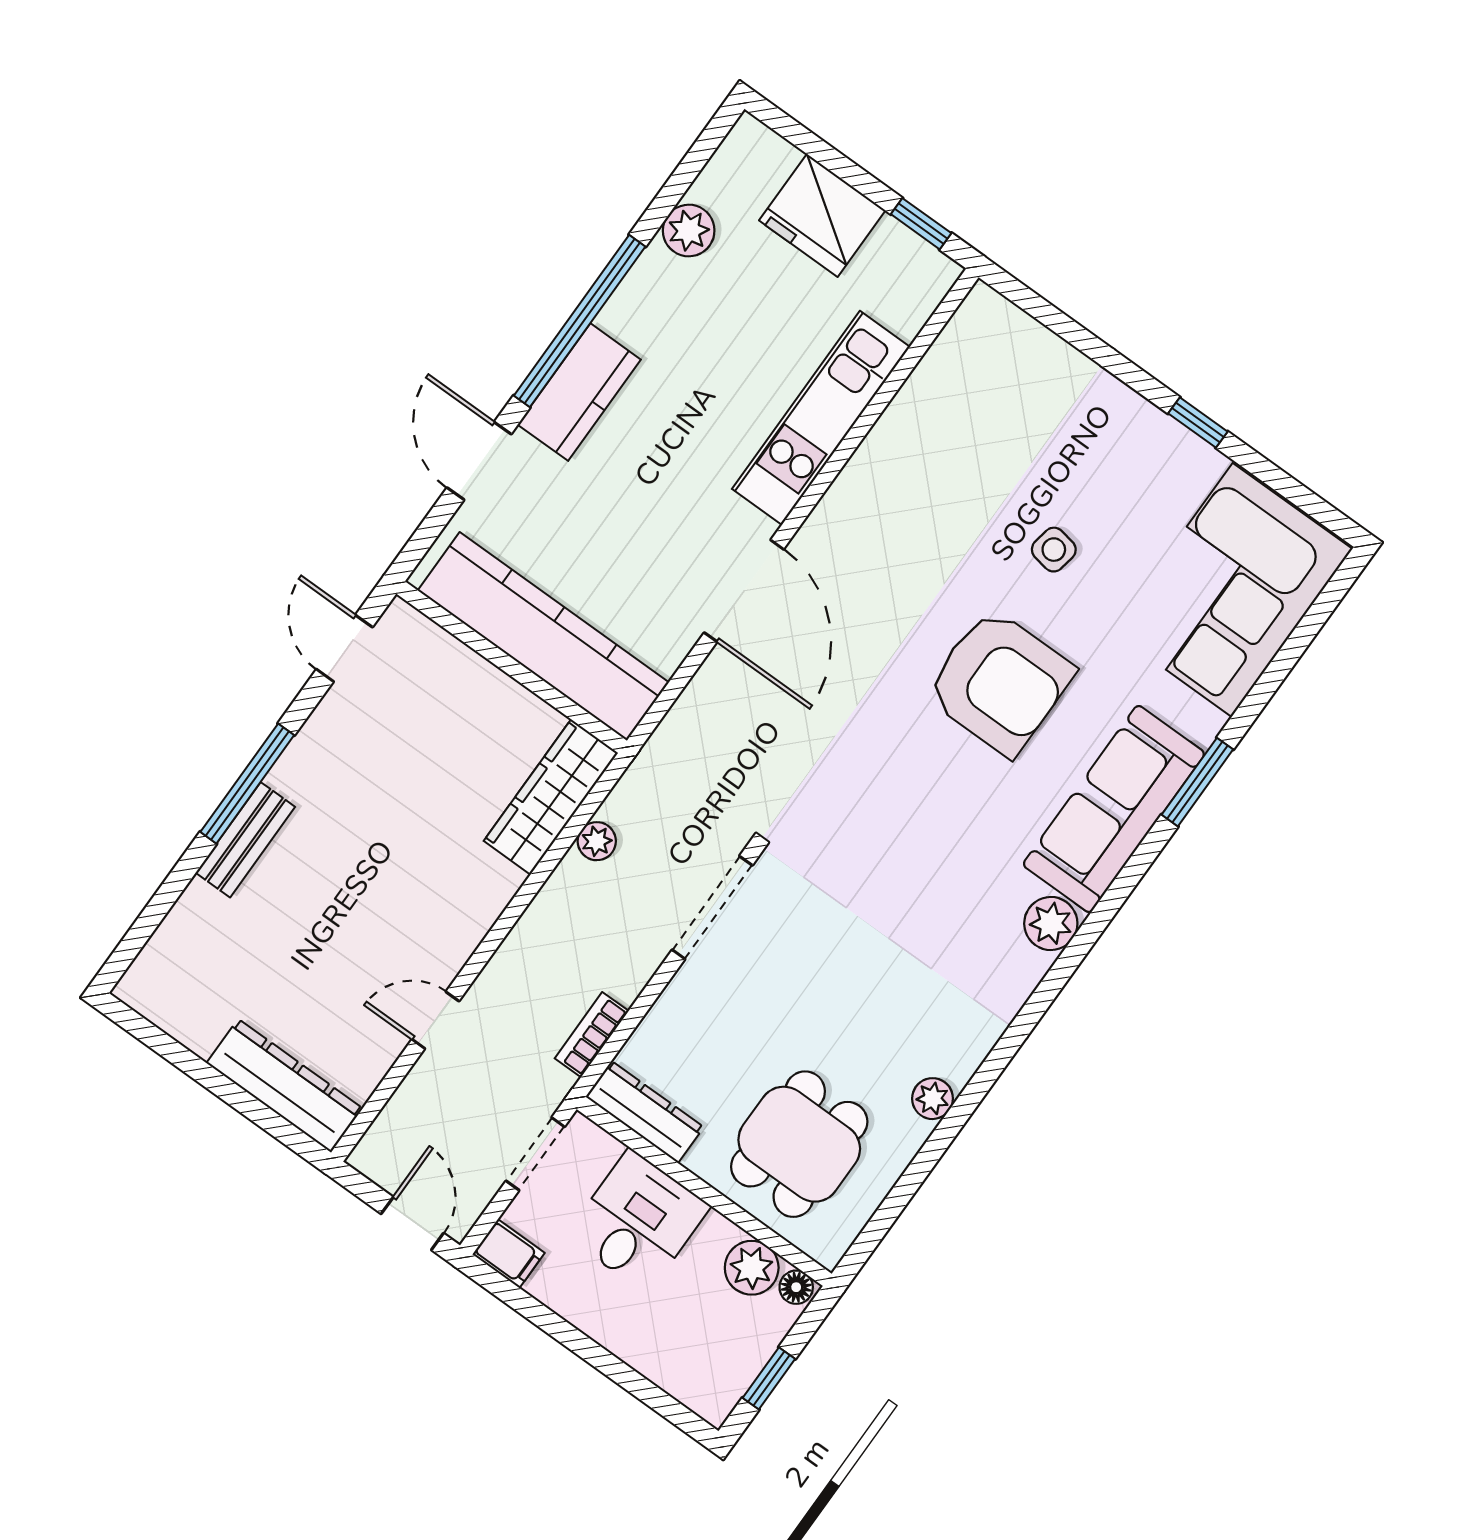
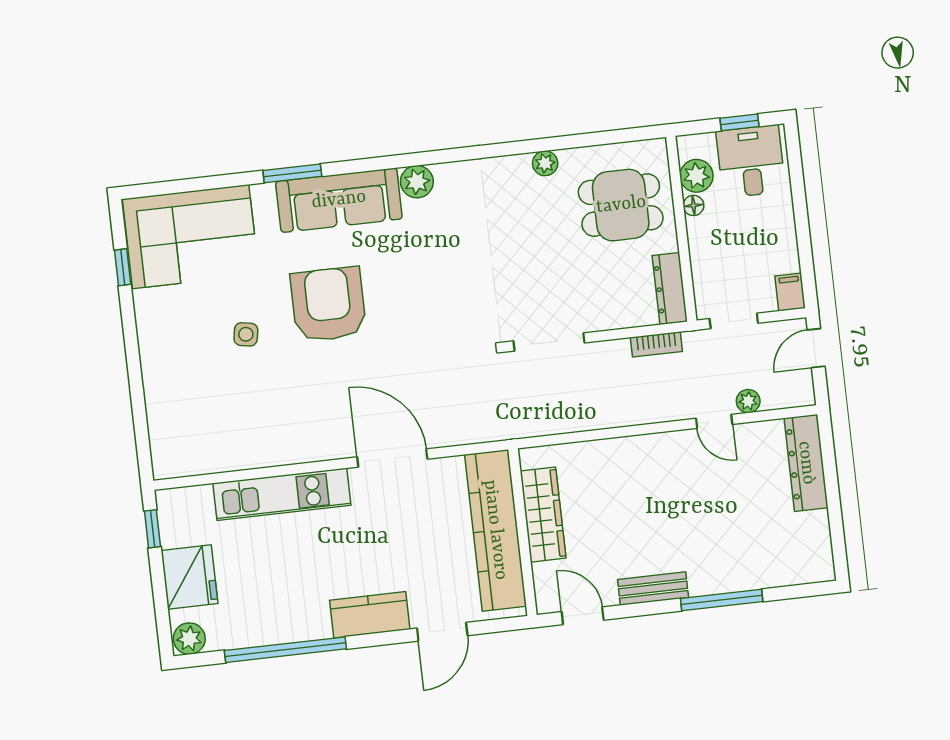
plant: (689, 231) -> (189, 639), moved
window: (580, 321) -> (285, 650), moved
window: (1198, 423) -> (123, 267), moved
door: (744, 591) -> (392, 458), hinge flipped
door: (345, 648) -> (583, 616), swing flipped
window: (247, 784) -> (722, 600), moved
wardrobe: (551, 797) -> (543, 515), moved, turned -90
bench: (245, 840) -> (653, 589), moved
plant: (597, 841) -> (748, 401), moved
desk: (638, 1221) -> (751, 161), moved, turned 90
floor lamp: (796, 1287) -> (693, 205), moved

